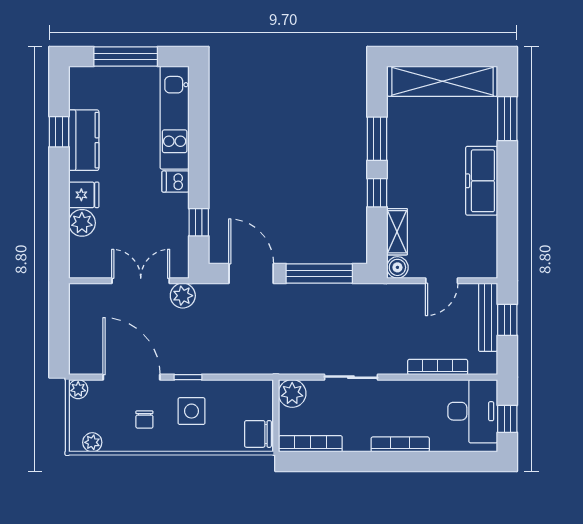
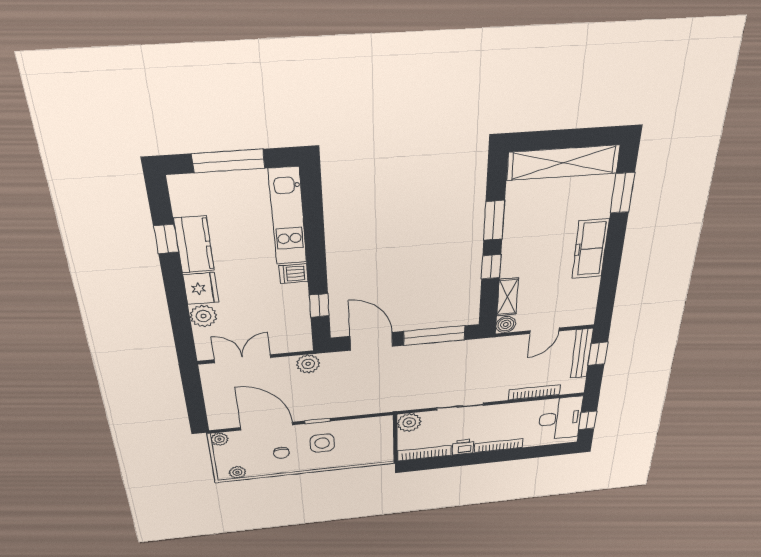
fridge: (84, 195) -> (201, 288), width x1.38
double door: (141, 281) -> (243, 359), moved
chair: (258, 434) -> (380, 452), removed
printer: (357, 440) -> (463, 447), added

